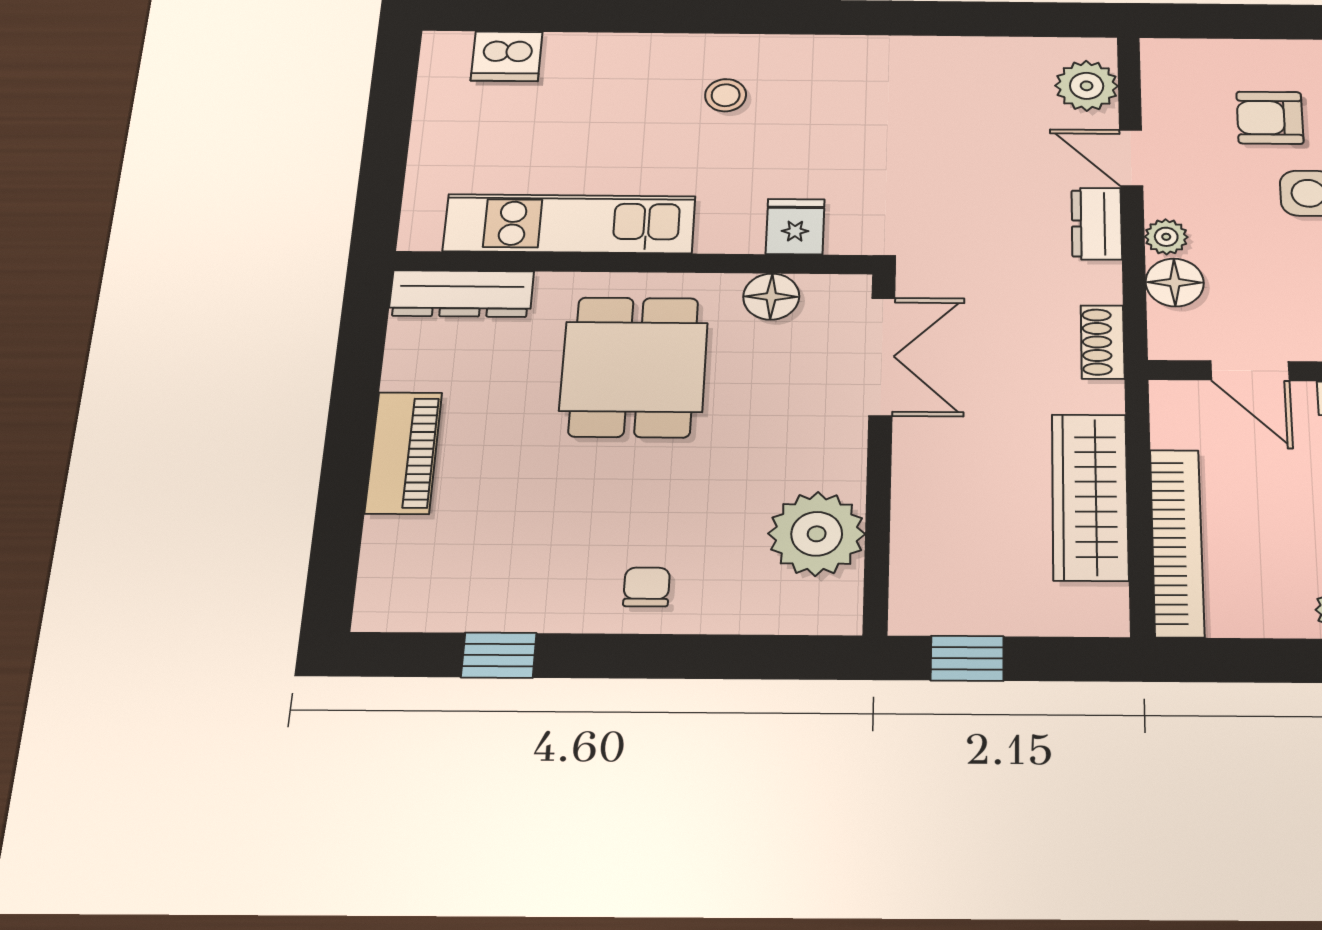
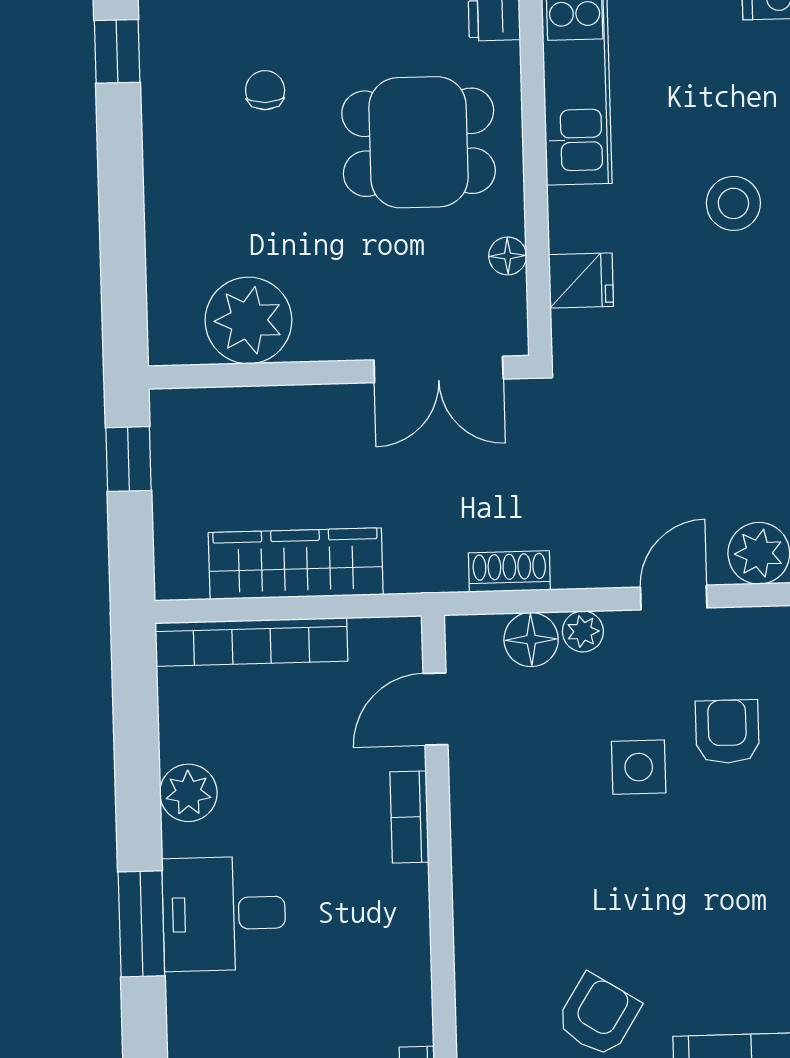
stool: (726, 95) -> (733, 203), width x1.37, depth x1.37
dresser: (1097, 224) -> (596, 565), removed
floor lamp: (771, 297) -> (508, 256), width x0.73, depth x0.73
shoe rack: (1103, 342) -> (509, 571), moved
chair: (647, 587) -> (265, 90), moved, turned -90

